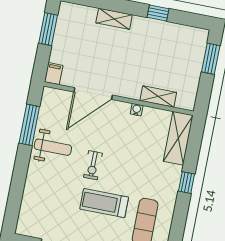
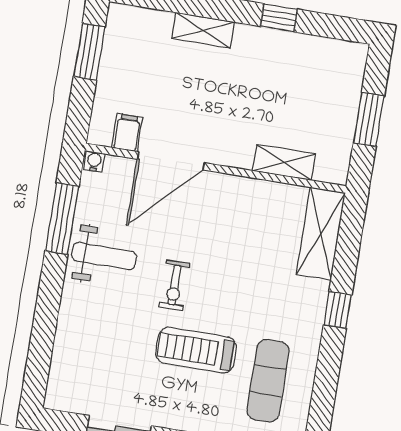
window: (211, 59) -> (369, 120), moved
filing cabinet: (54, 74) -> (127, 133), moved
water cooler: (137, 110) -> (94, 161), moved

